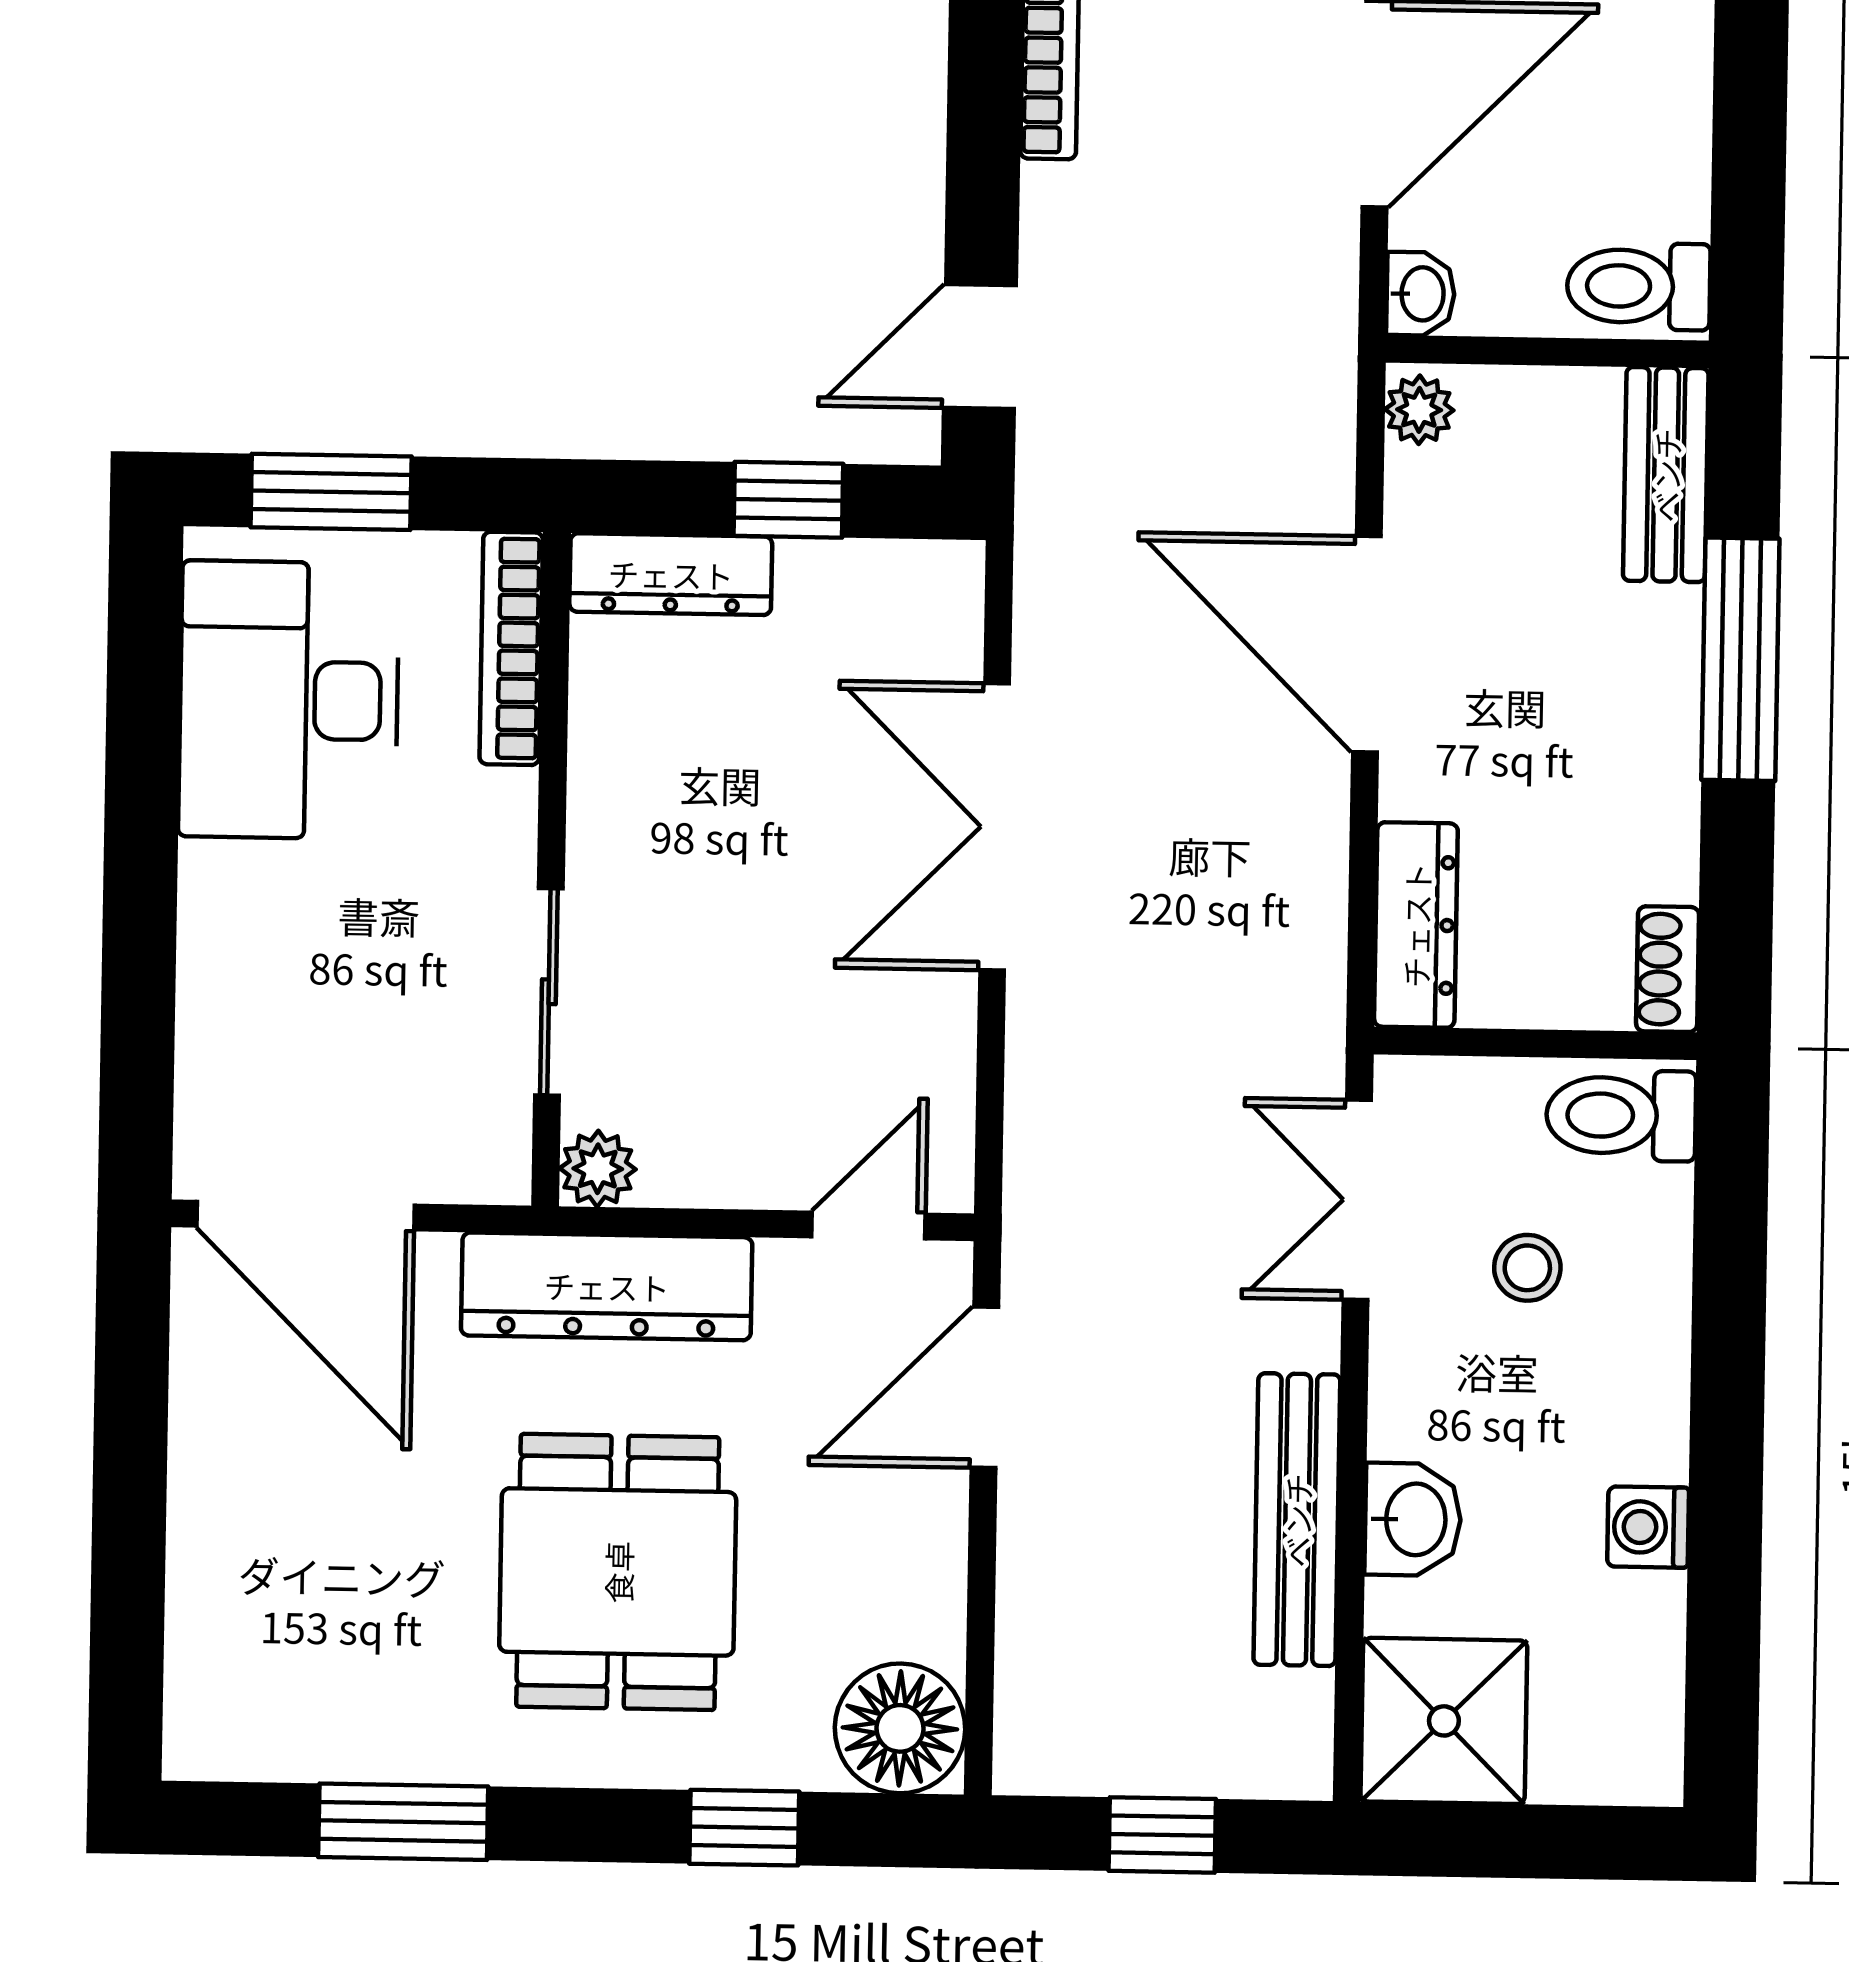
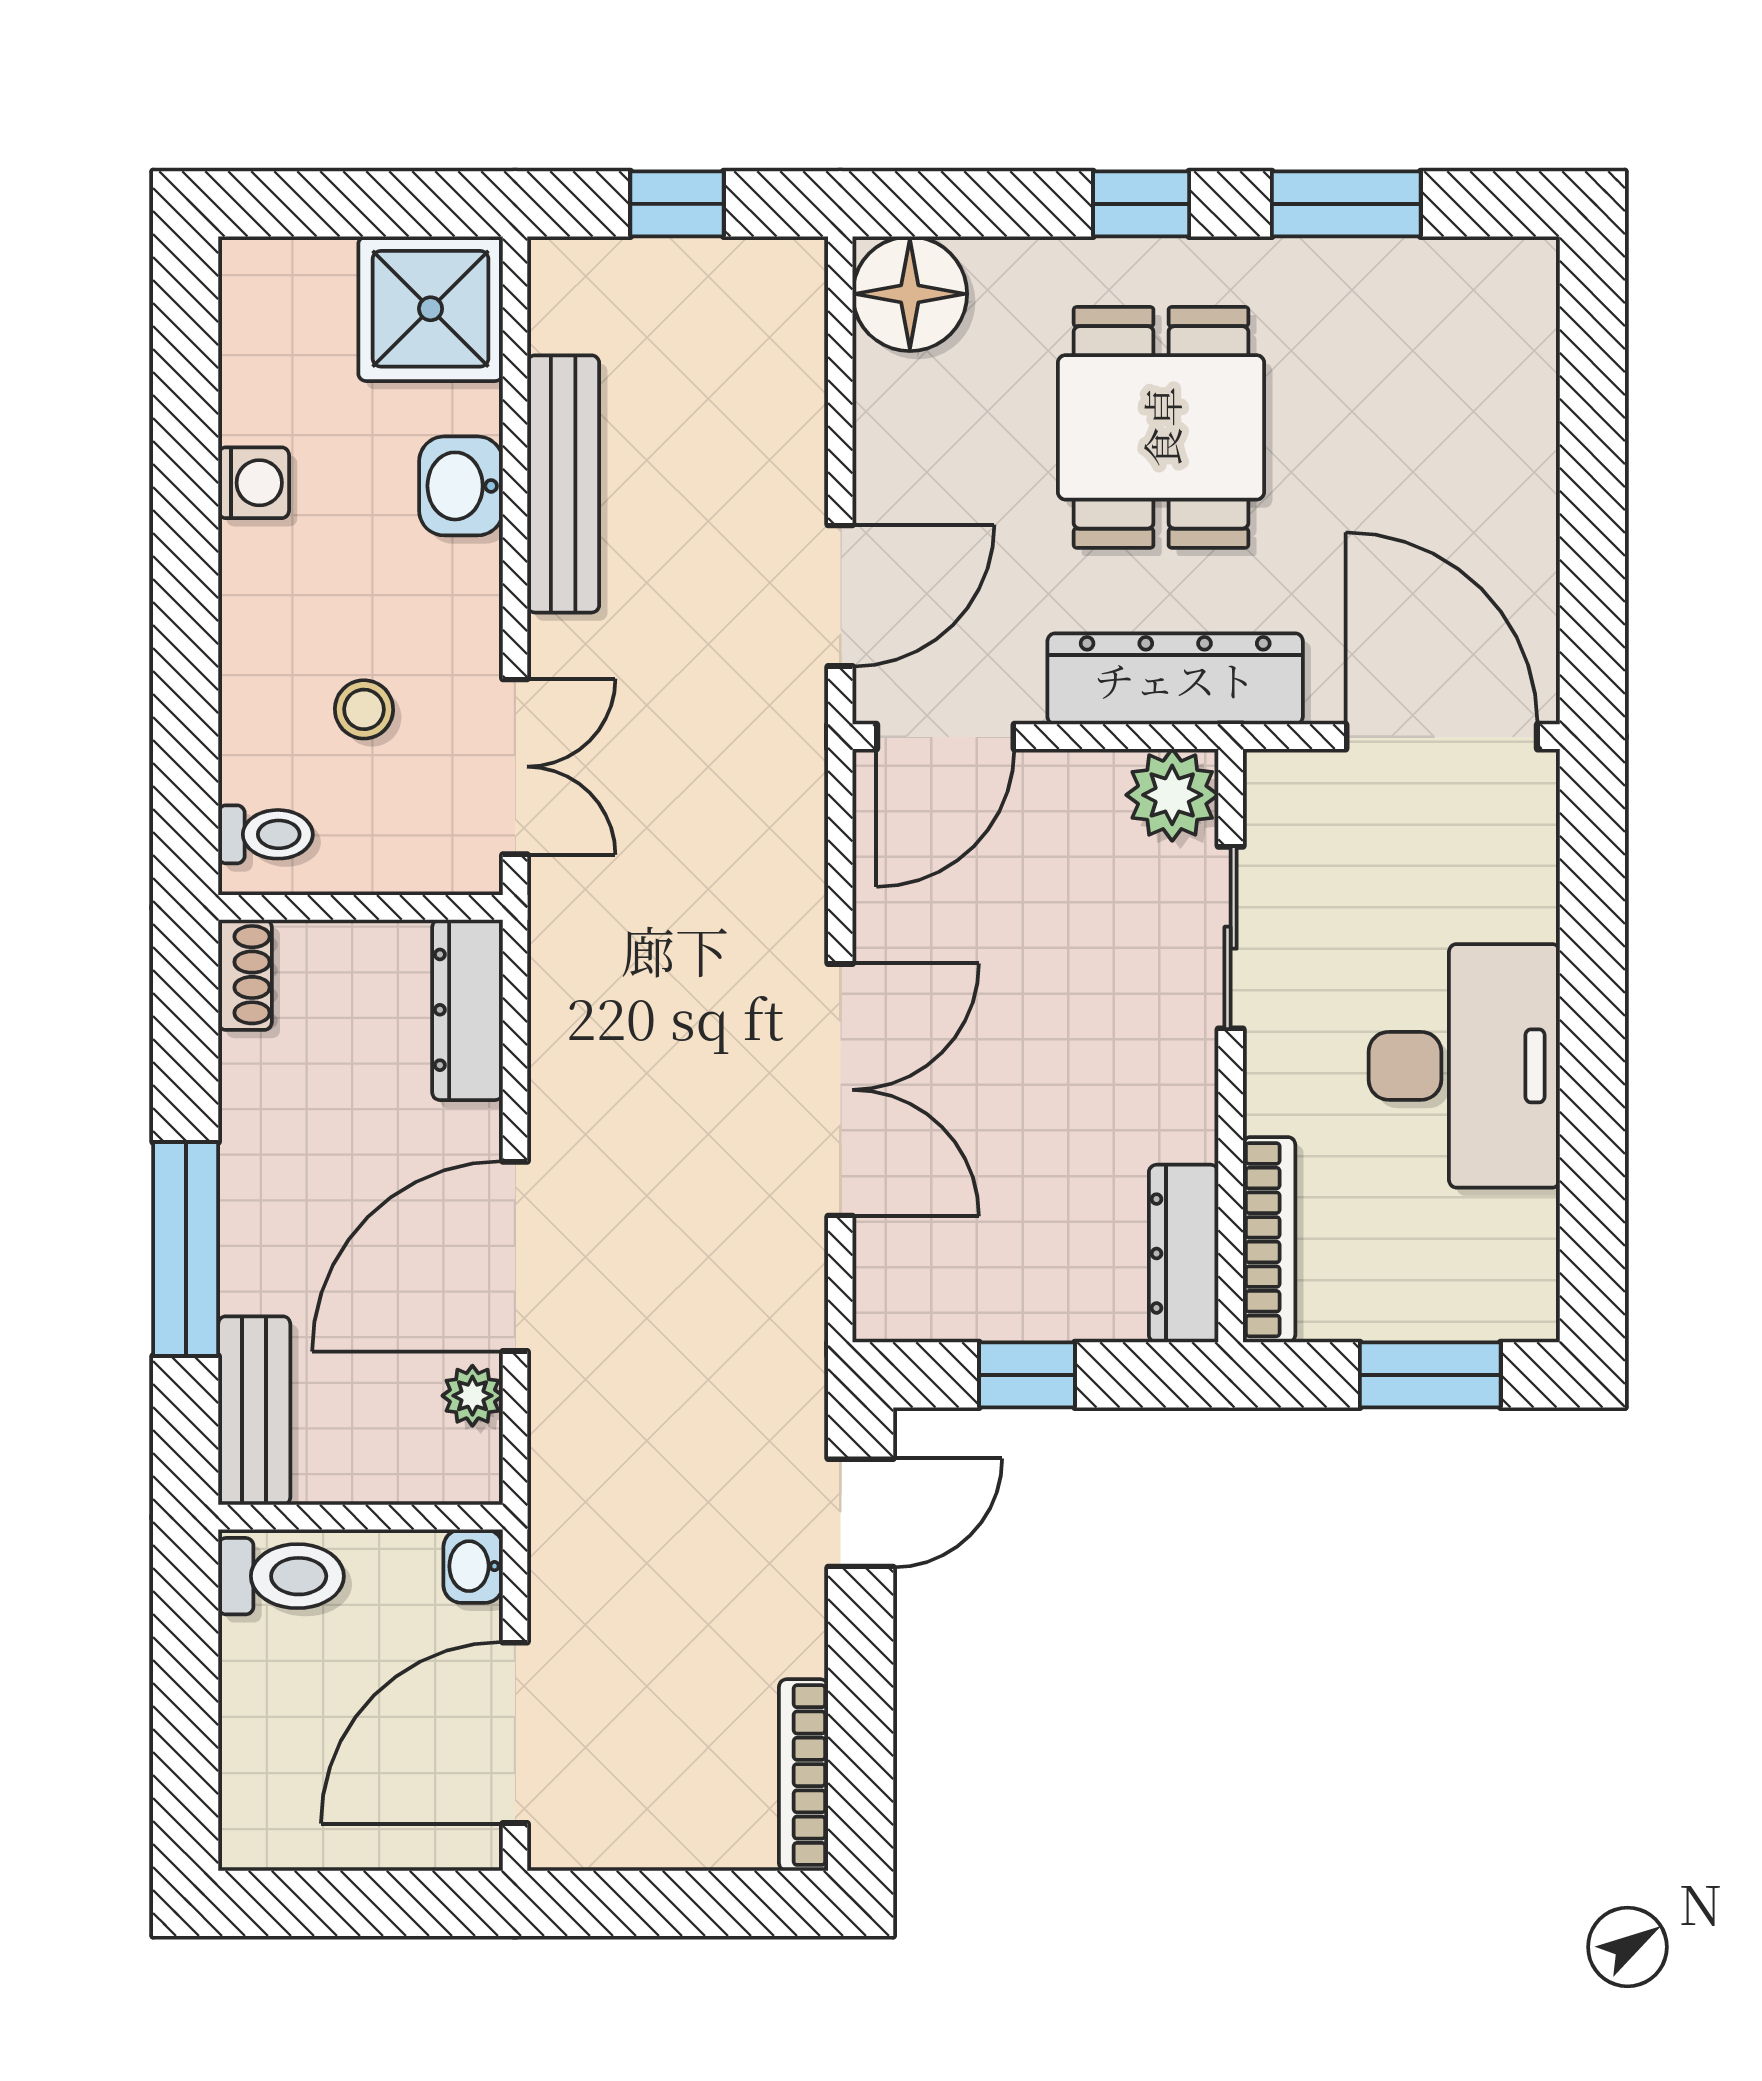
plant: (1419, 410) -> (472, 1396), moved
dresser: (671, 574) -> (1184, 1254), moved, turned -90
door: (1367, 644) -> (515, 1256), swing flipped
desk: (289, 700) -> (1464, 1066), moved
toilet: (1621, 1115) -> (265, 834), width x0.73, depth x0.72
plant: (598, 1169) -> (1172, 795), width x1.38, depth x1.38
door: (868, 1225) -> (945, 737), width x1.38
window: (744, 1828) -> (1141, 204), moved

